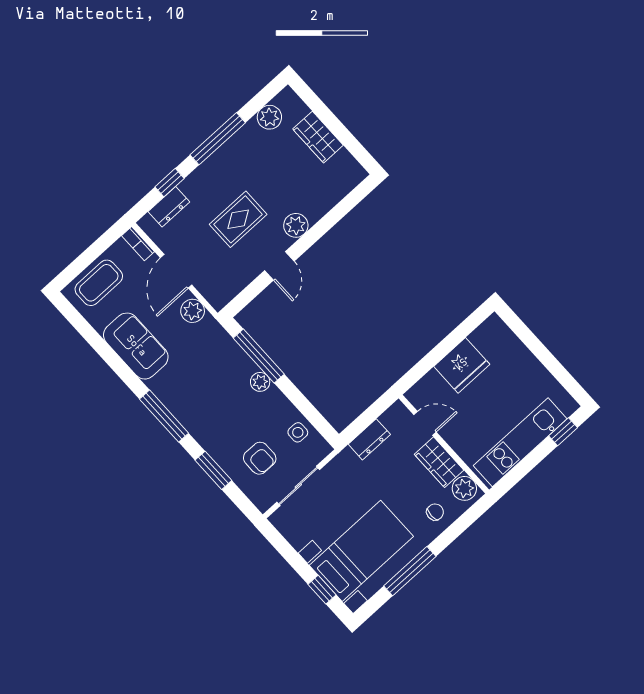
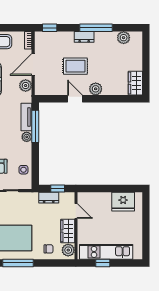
wardrobe: (318, 137) -> (135, 83), moved
window: (170, 183) -> (50, 28), moved
dresser: (169, 207) -> (84, 37), moved
door: (279, 266) -> (75, 99), swing flipped
tv unit: (234, 354) -> (26, 117), added
fridge: (462, 365) -> (123, 202), moved
window: (370, 415) -> (58, 188), added
window: (563, 432) -> (103, 263), moved

